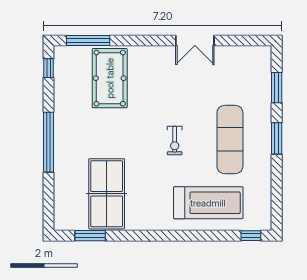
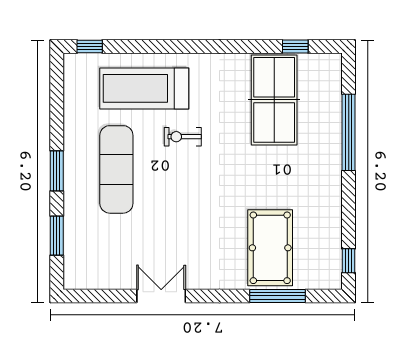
window: (88, 41) -> (277, 296), moved
exercise bike: (175, 141) -> (183, 137), moved, turned -90
window: (48, 142) -> (349, 132), moved
window: (90, 236) -> (295, 46), width x0.67

